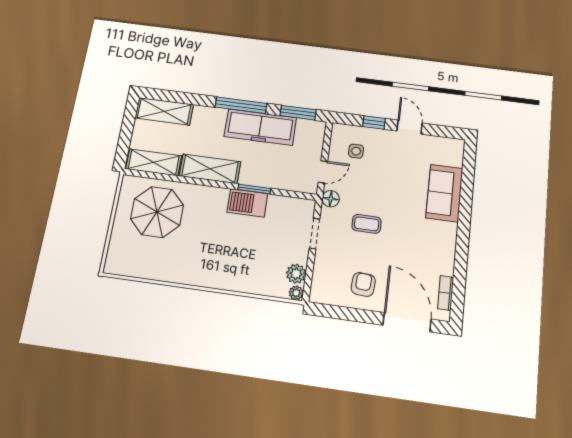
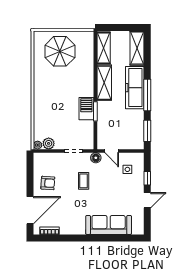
freezer: (260, 127) -> (135, 88), moved
sofa: (444, 193) -> (109, 225), width x1.36
parasol: (157, 212) -> (60, 51), moved

